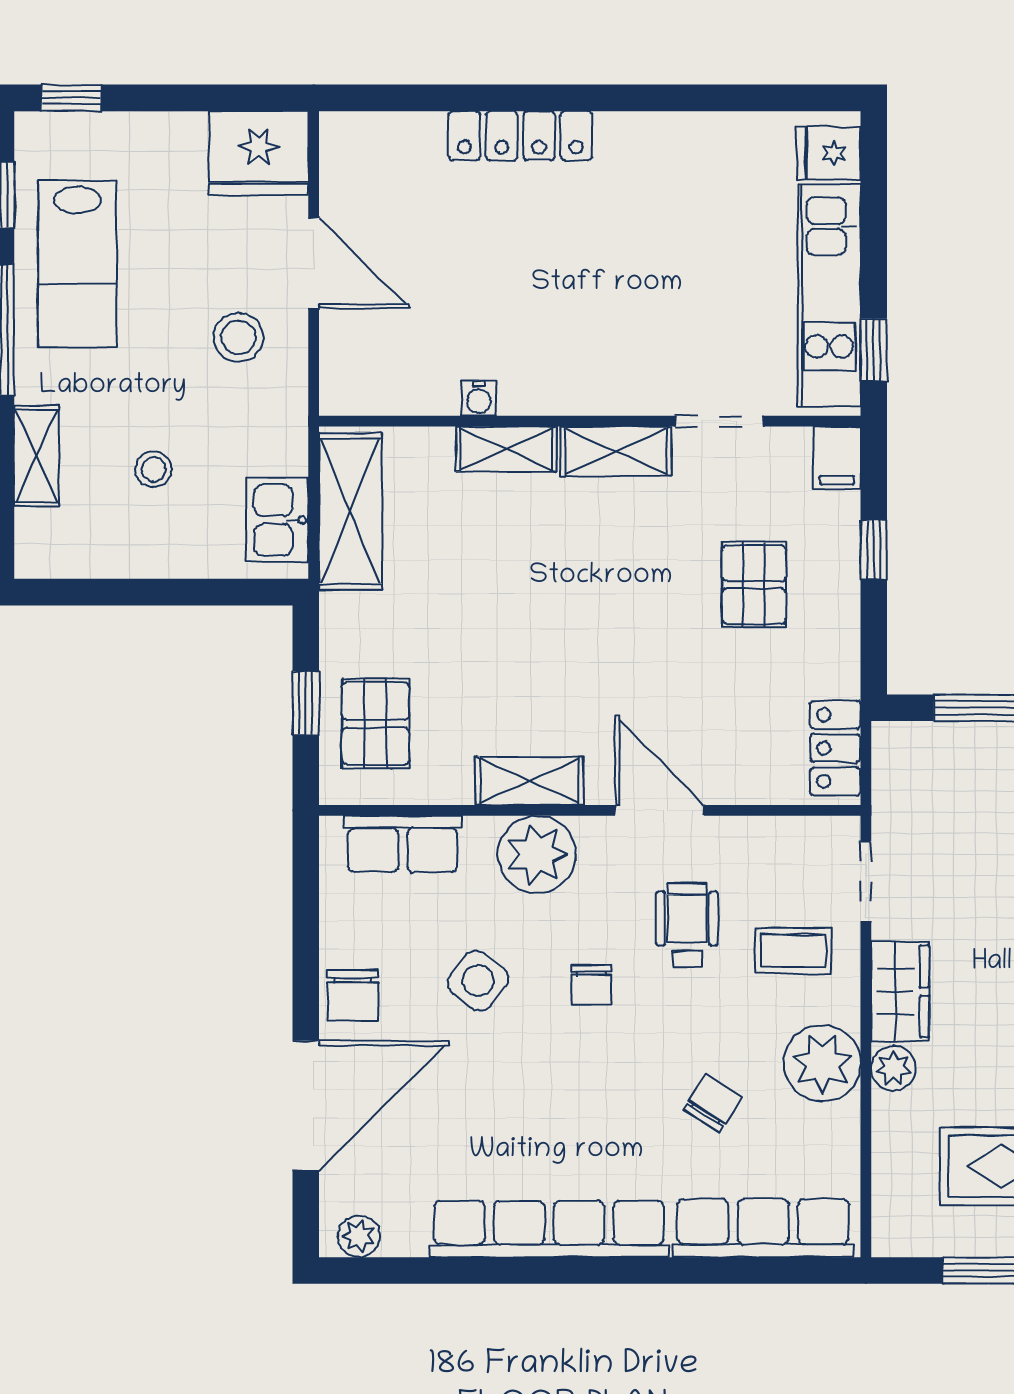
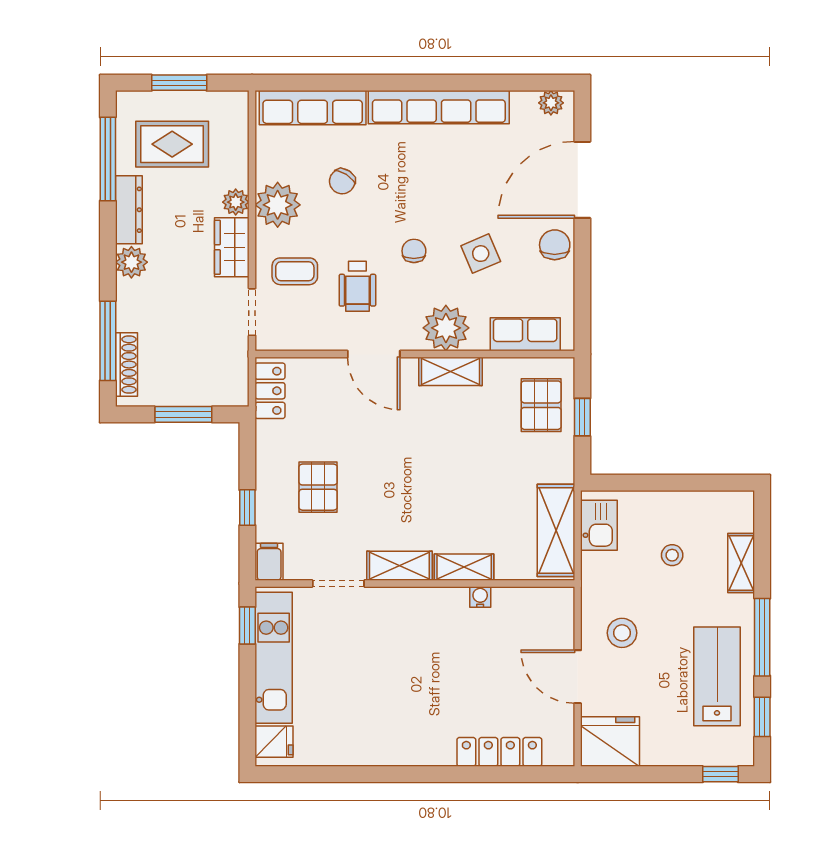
locker: (520, 136) -> (499, 752), moved
side table: (478, 981) -> (481, 254), turned 30

